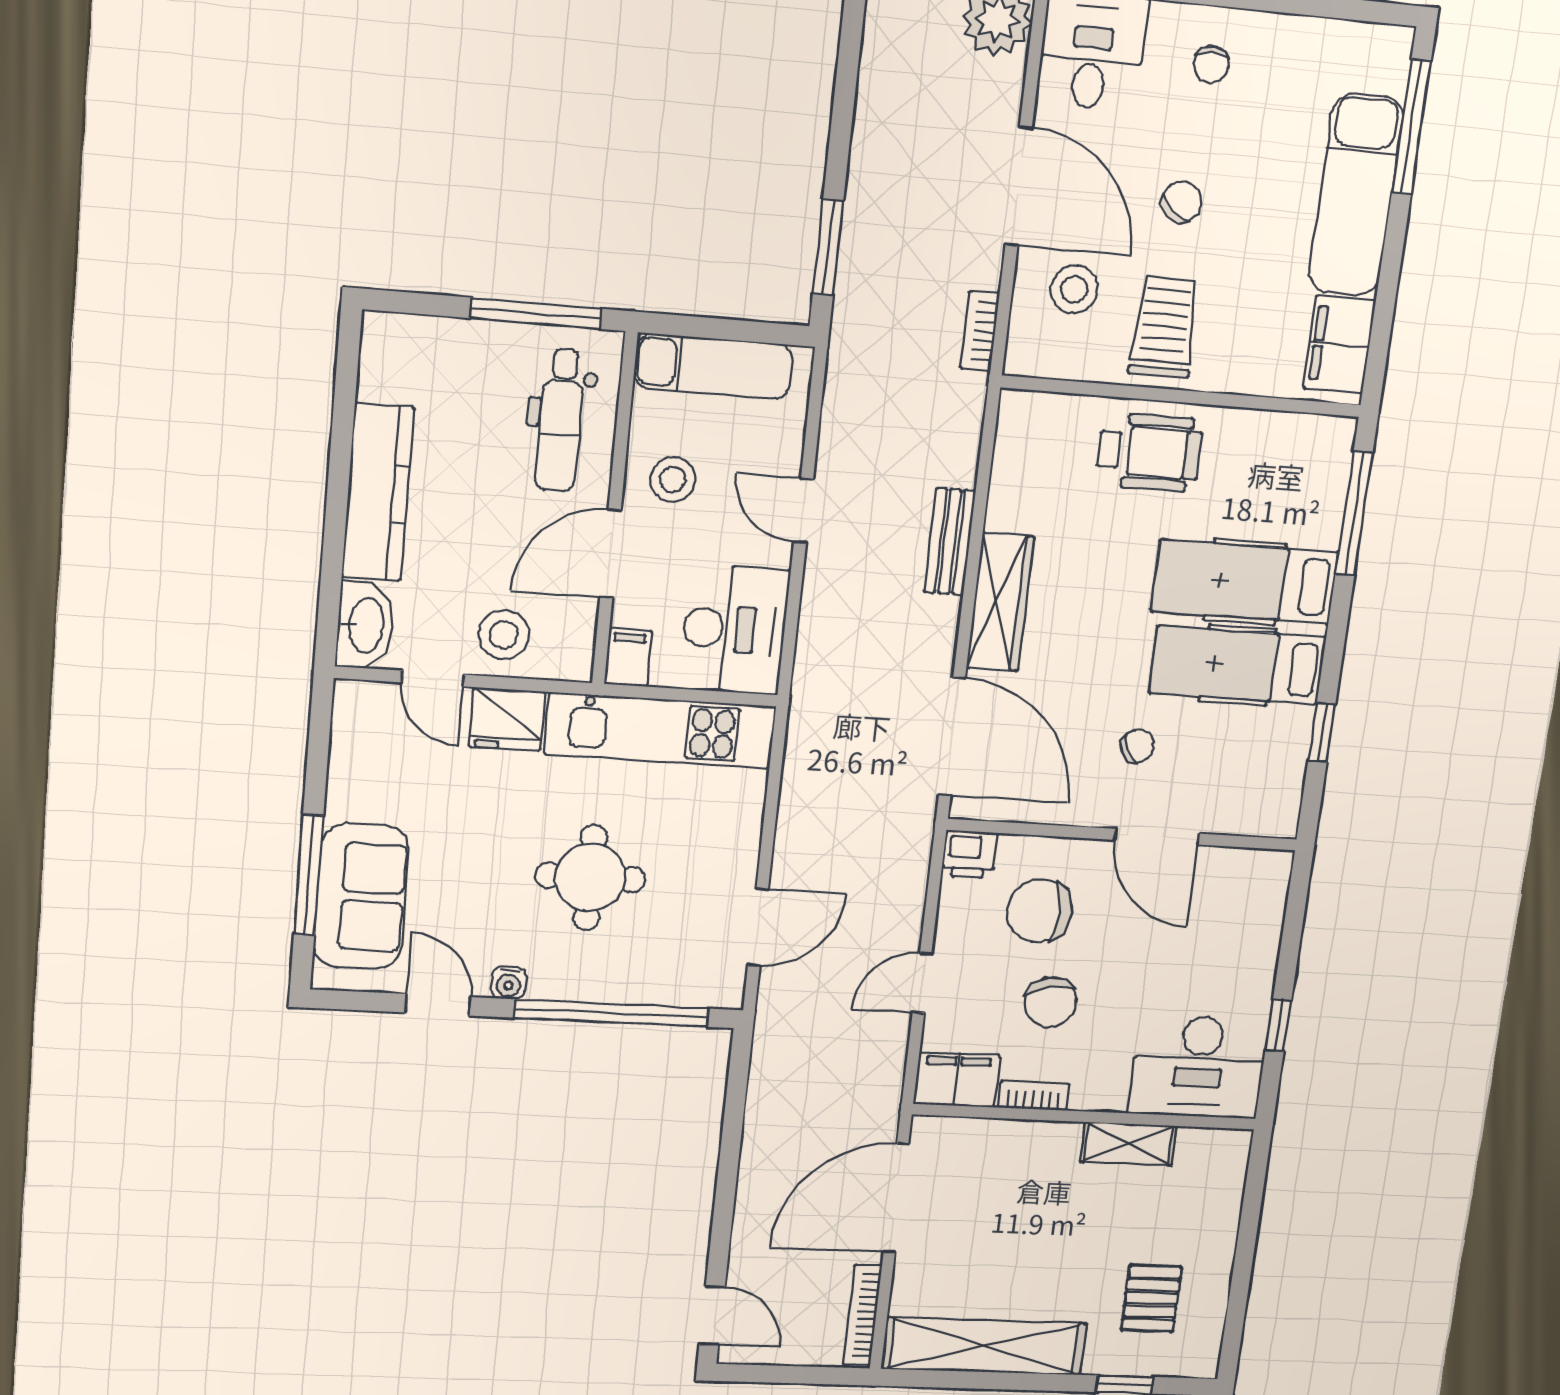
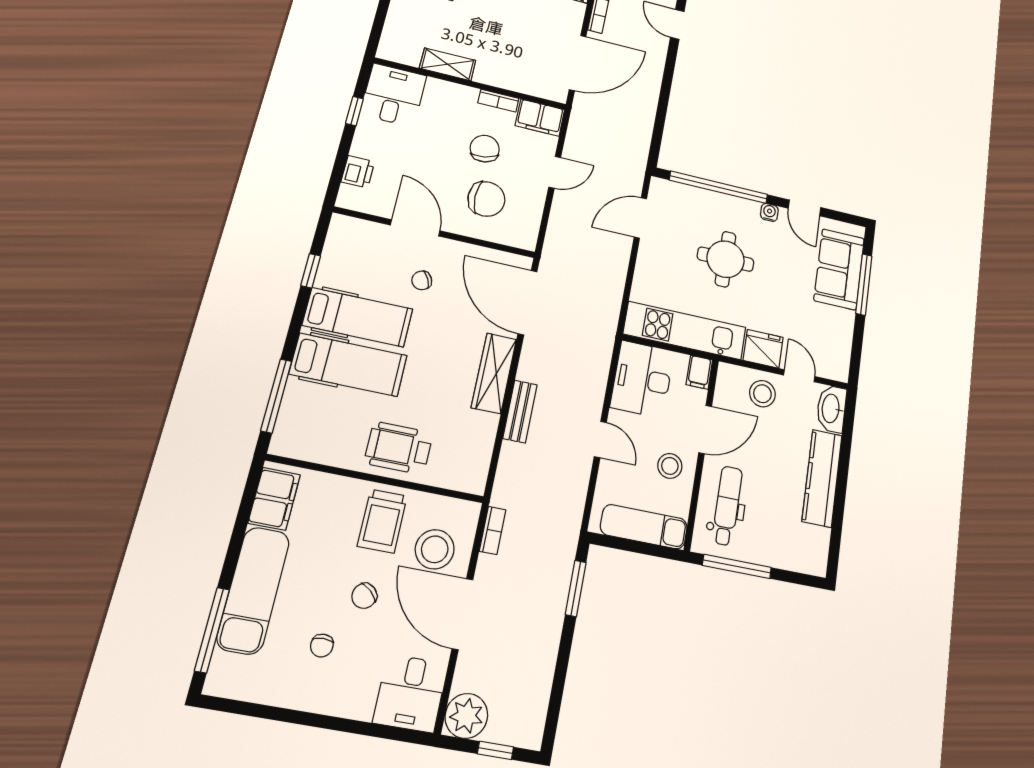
chair: (1211, 65) -> (322, 646), moved, turned 180
stool: (1074, 289) -> (435, 549), width x1.38, depth x1.38
printer: (969, 854) -> (358, 172), moved, turned 90
desk: (1199, 1067) -> (393, 95), width x0.73

